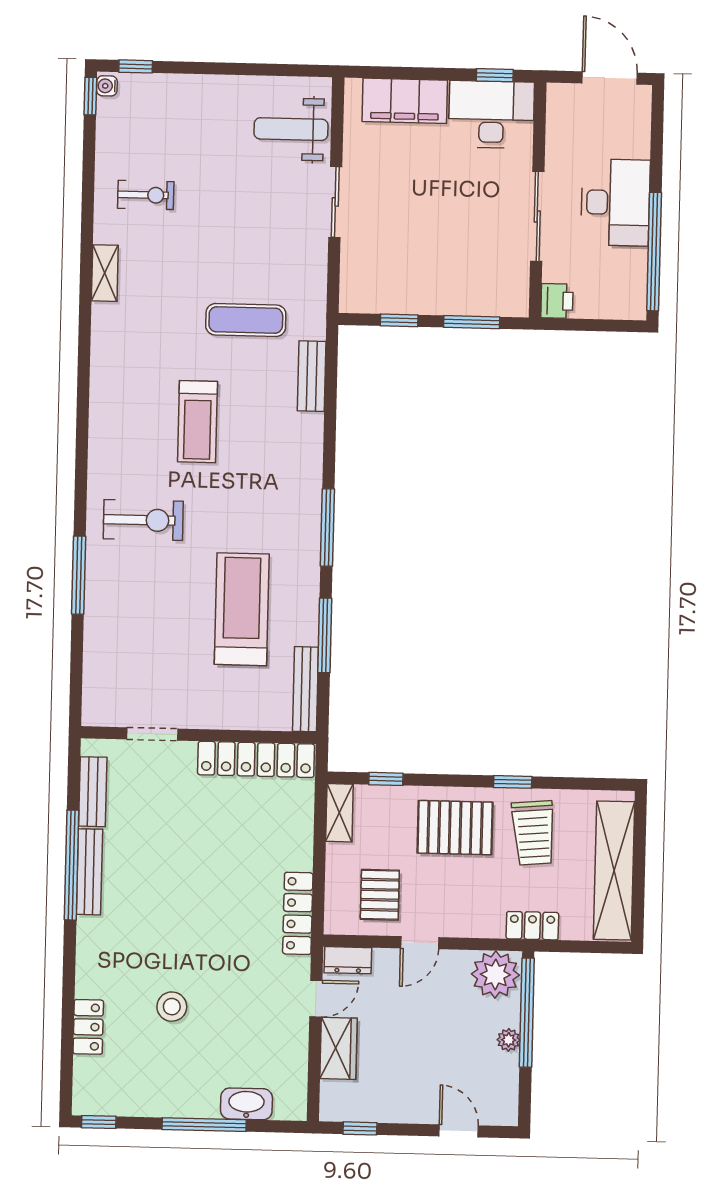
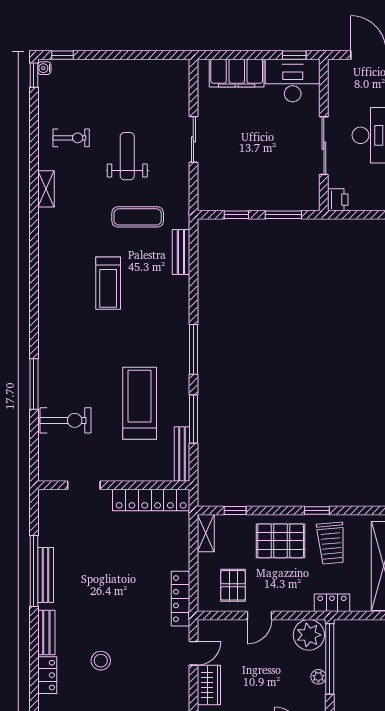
weight bench: (291, 129) -> (127, 156), moved, turned 90
exercise bike: (143, 520) -> (65, 420), moved
bench: (93, 792) -> (46, 632), moved
dresser: (348, 960) -> (214, 628), removed

